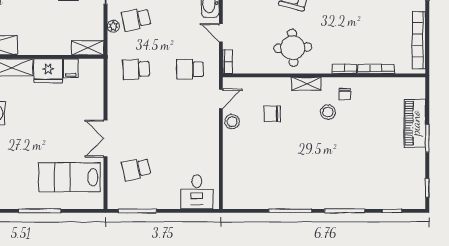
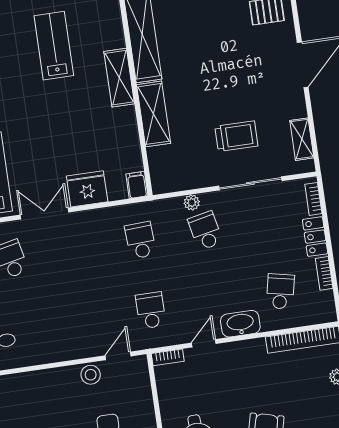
shelving: (88, 48) -> (154, 114), moved, width x1.50, depth x1.33
filing cabinet: (71, 68) -> (137, 185), moved, turned 90
fridge: (48, 71) -> (87, 189), moved, turned 90
door: (221, 99) -> (118, 356), swing flipped

